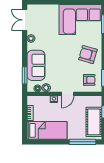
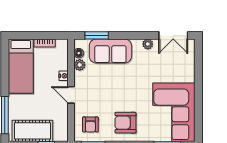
double door: (25, 20) -> (173, 35), swing flipped
armchair: (88, 55) -> (125, 123), turned -106

